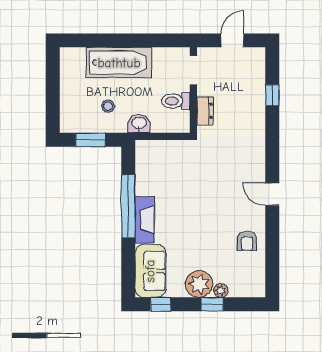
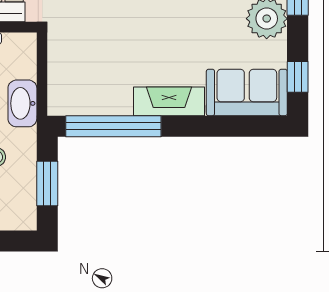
washbasin: (139, 123) -> (22, 103), width x1.38
window: (128, 206) -> (113, 126), moved

